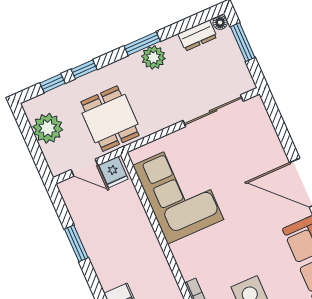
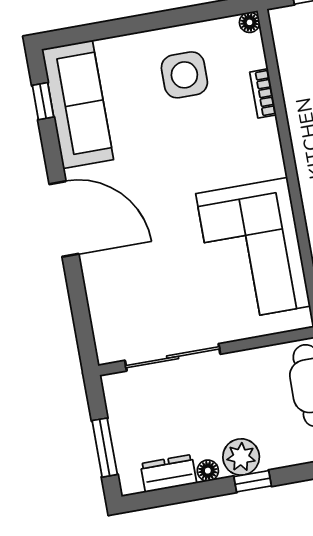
floor lamp: (220, 23) -> (208, 471), moved
window: (142, 44) -> (253, 481), width x0.67

